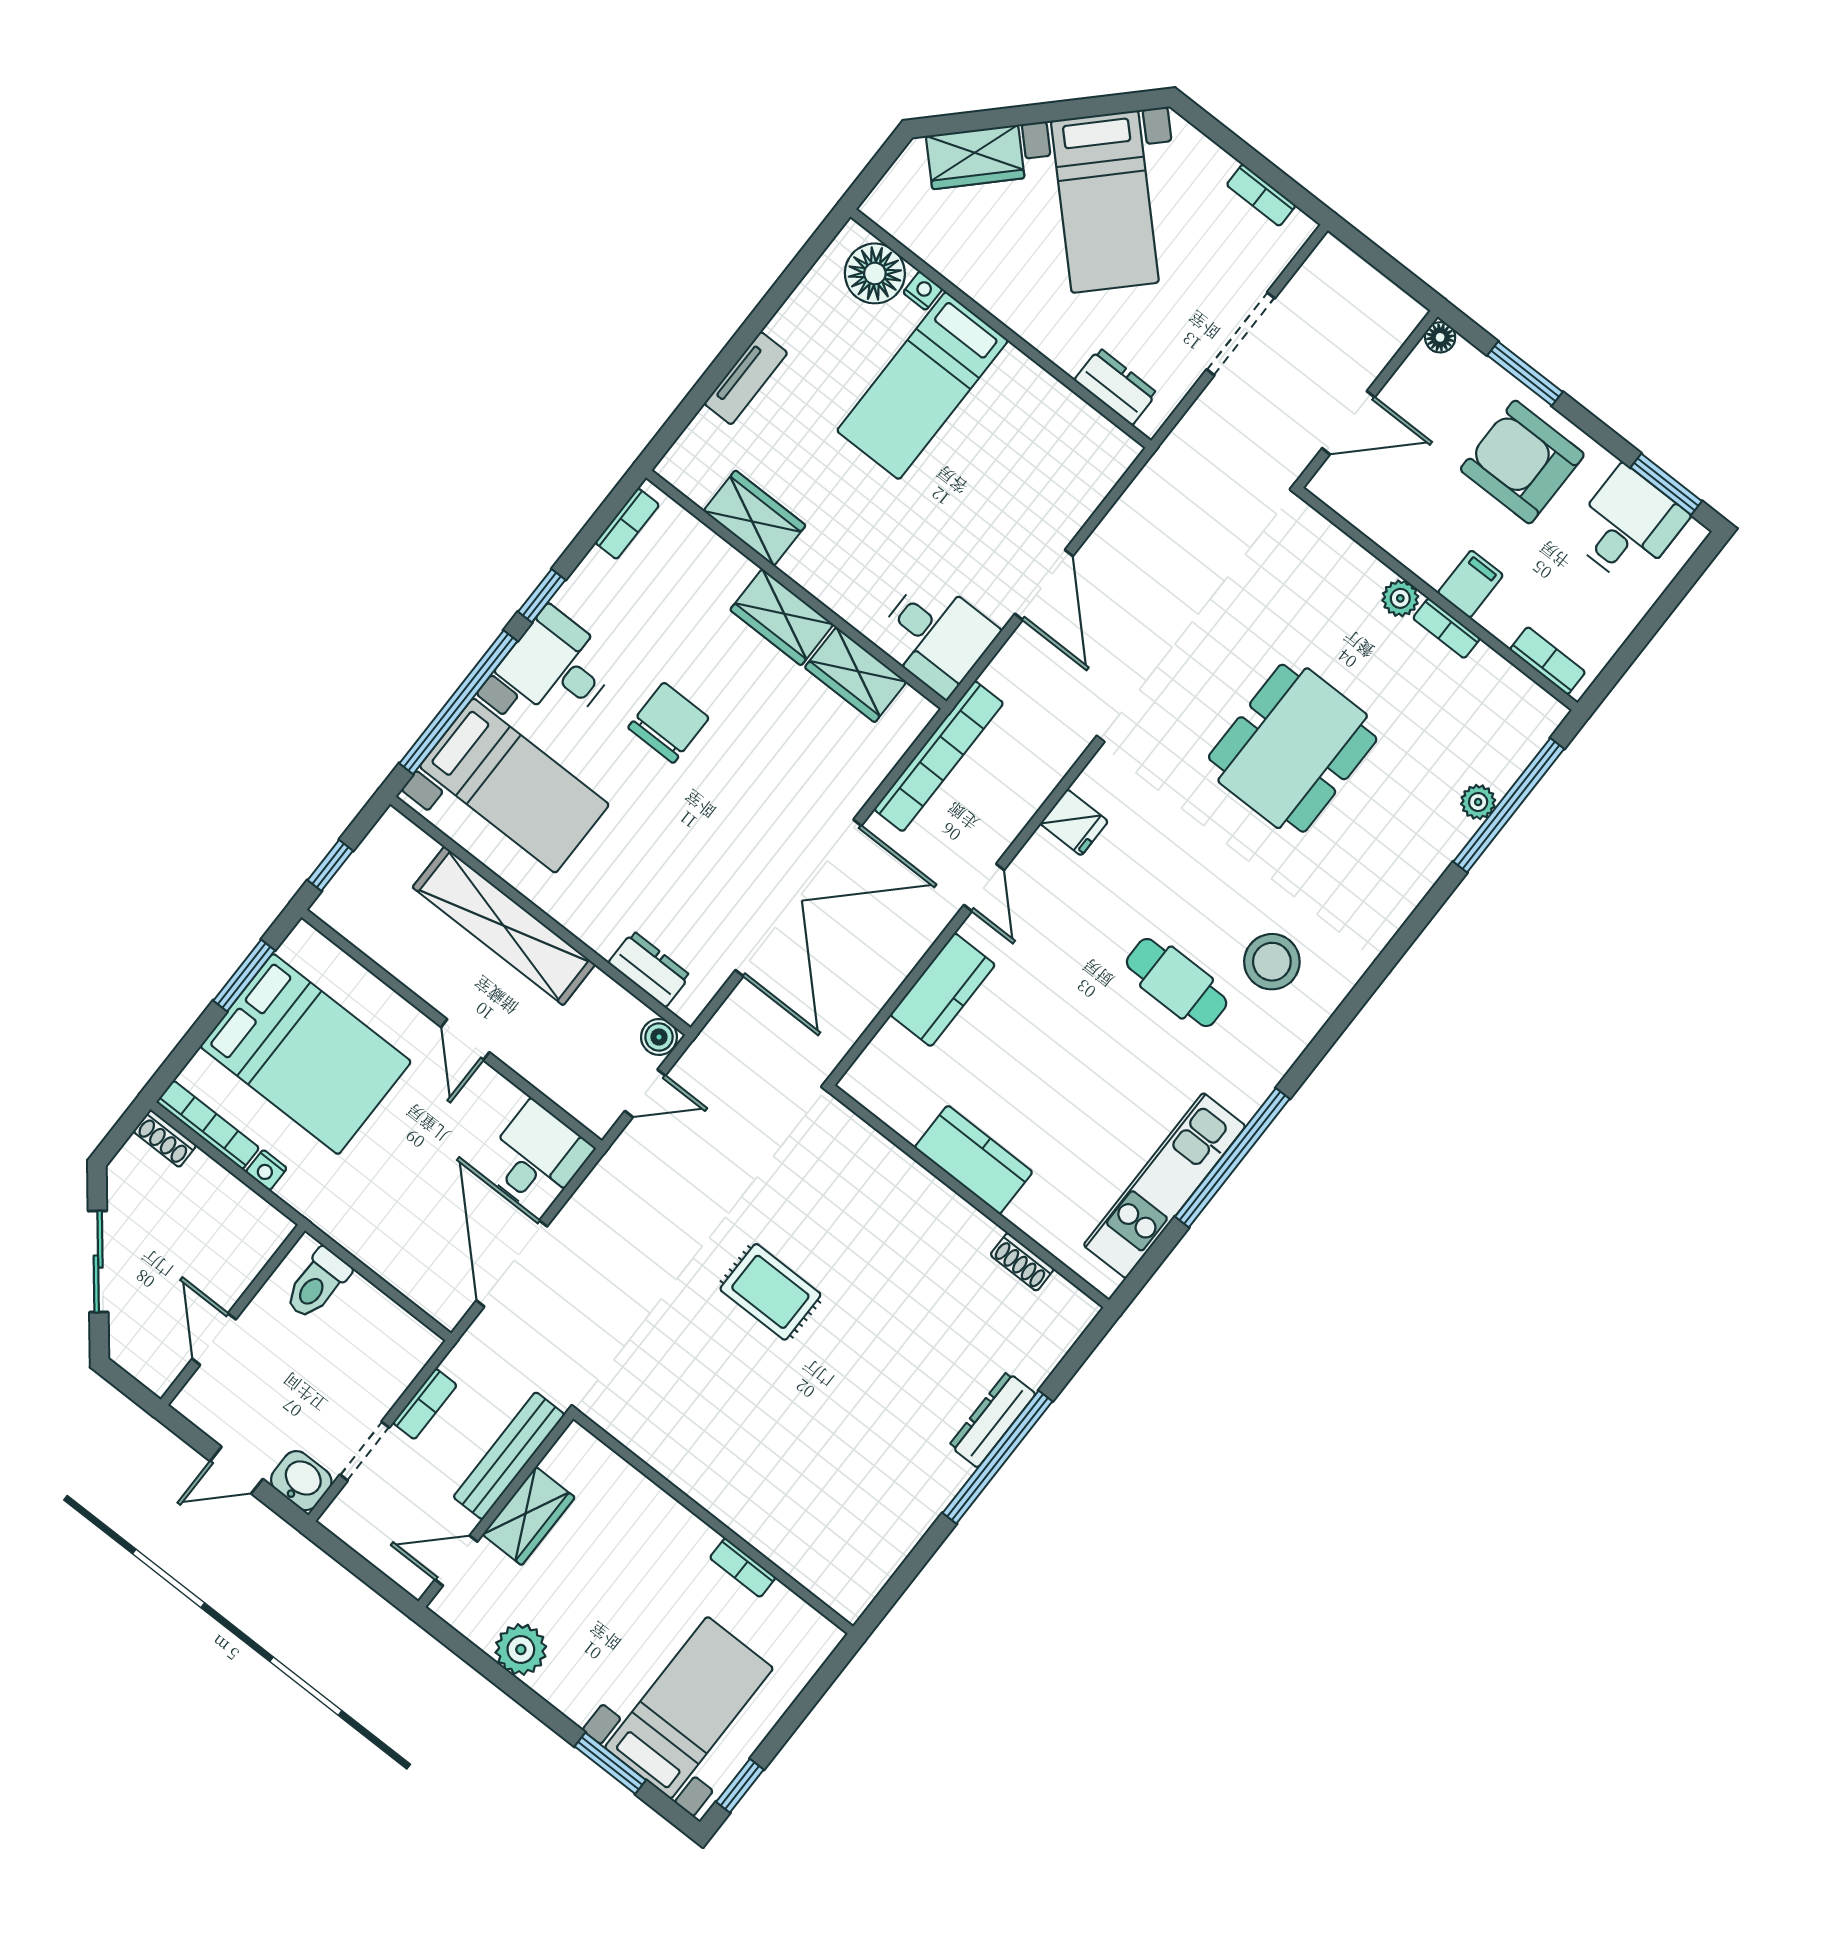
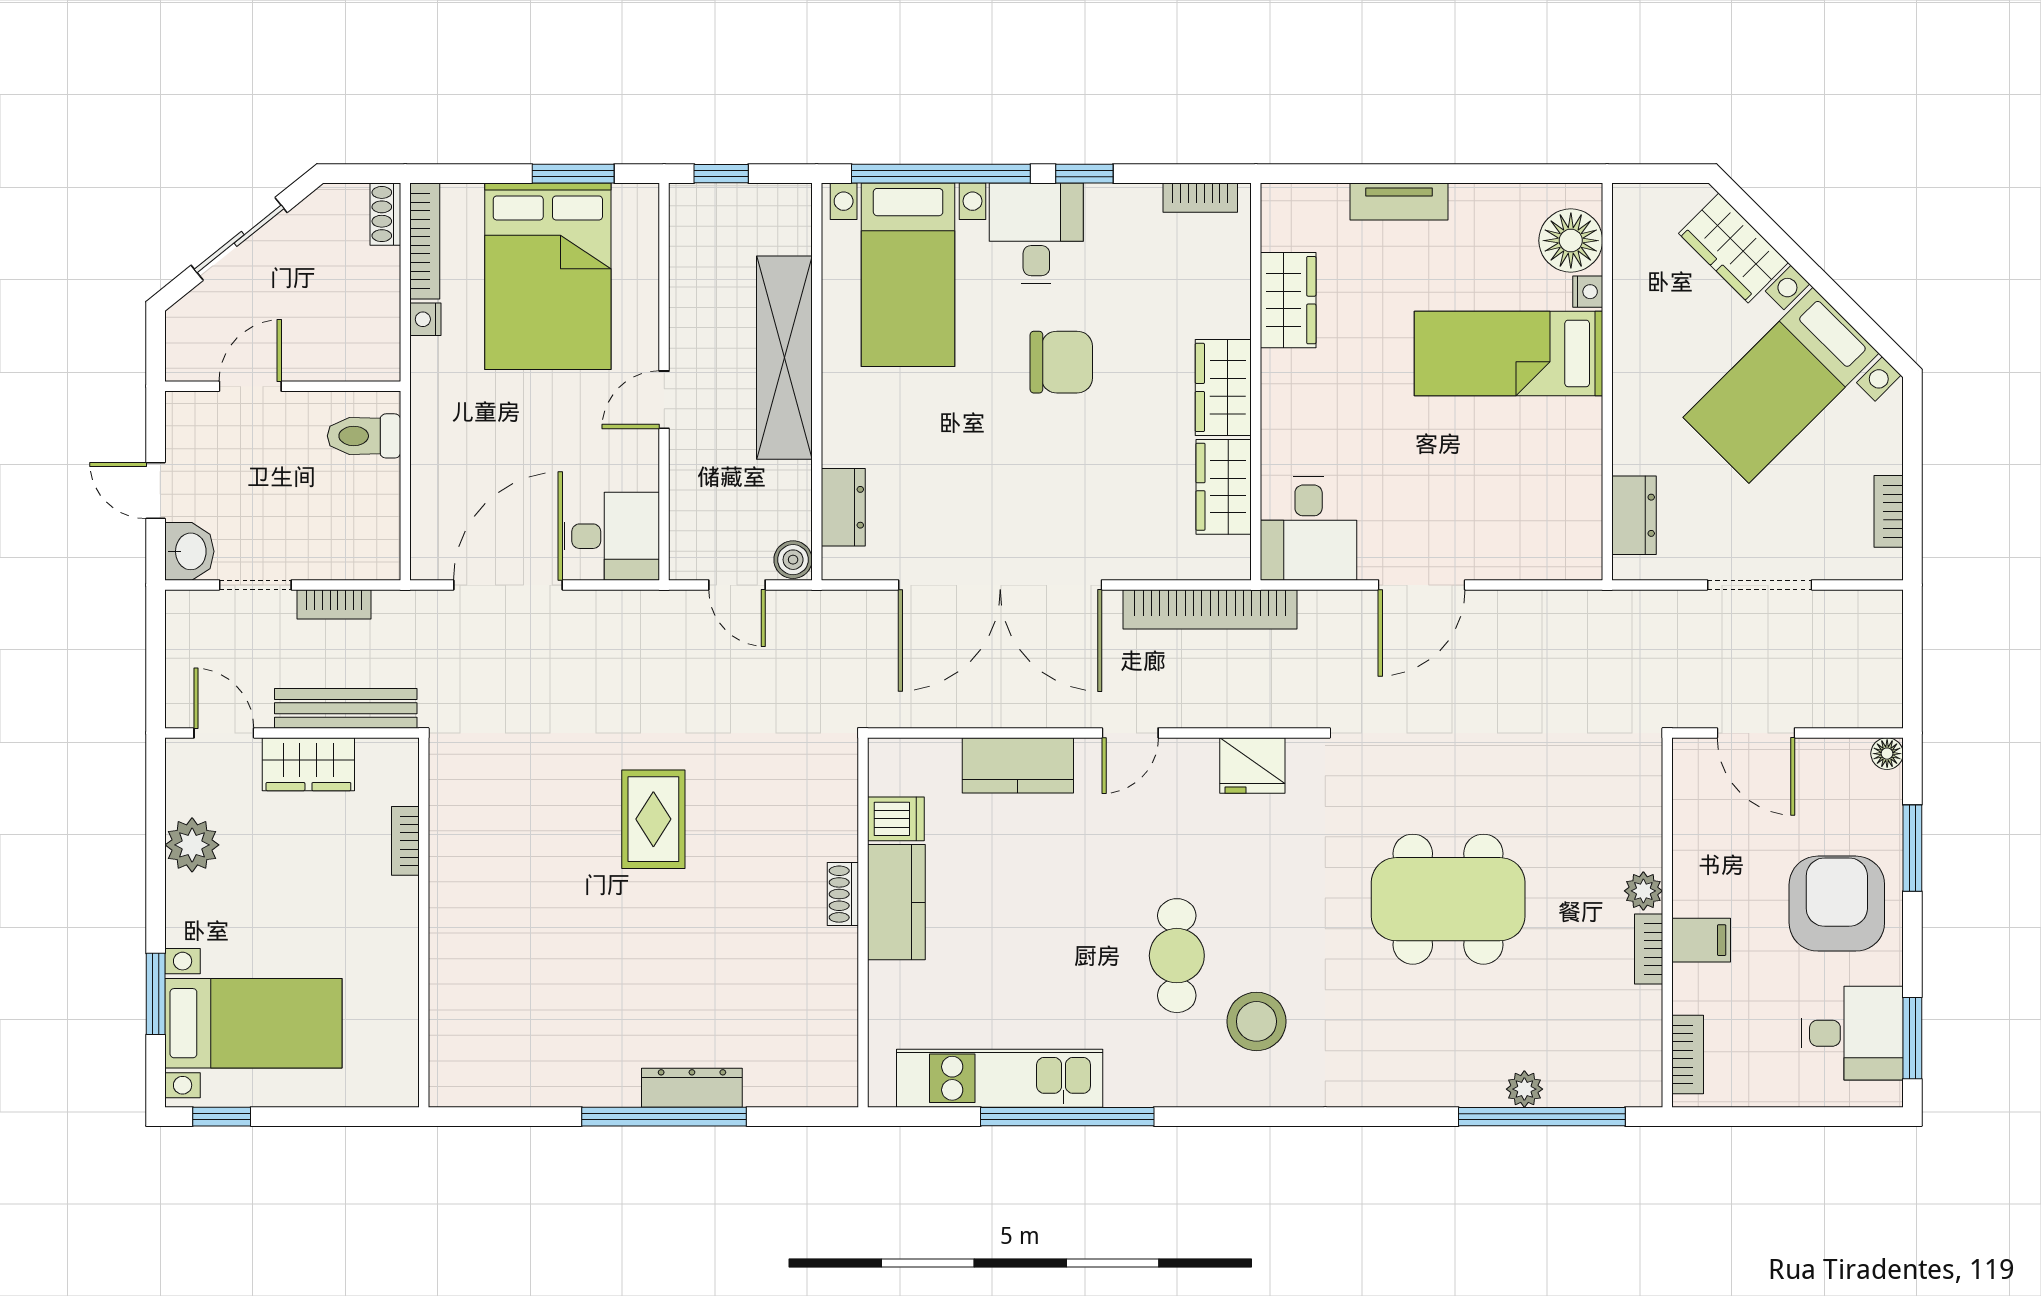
fridge: (1074, 822) -> (1252, 765), width x1.38
dishwasher: (911, 1112) -> (896, 819), added
shoe rack: (1022, 1262) -> (843, 894), moved
bookcase: (743, 1568) -> (405, 841), moved

